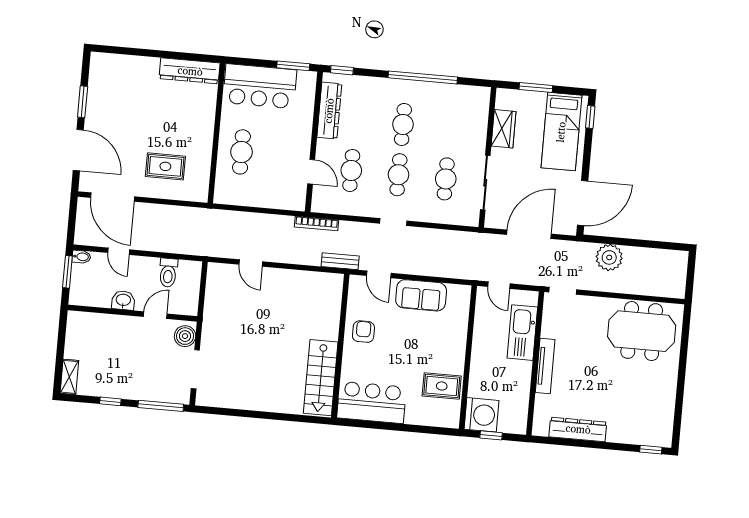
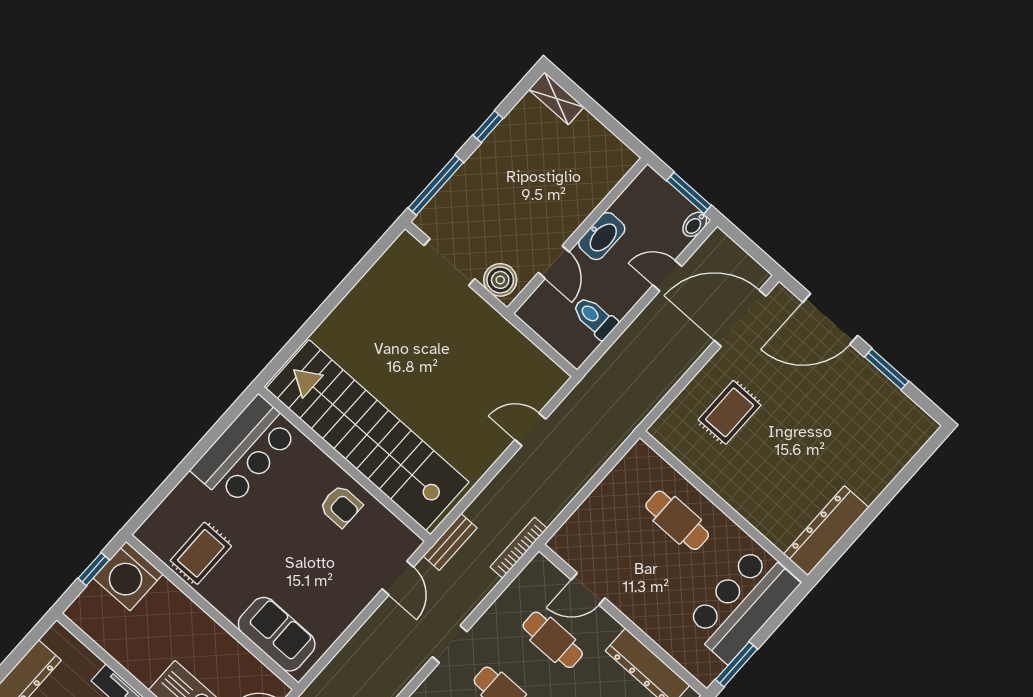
door: (379, 274) -> (398, 578), swing flipped
sofa: (421, 295) -> (277, 634), moved, turned 90
washbasin: (123, 300) -> (602, 236), width x1.38
stairs: (321, 378) -> (367, 435), width x1.86, depth x1.51

